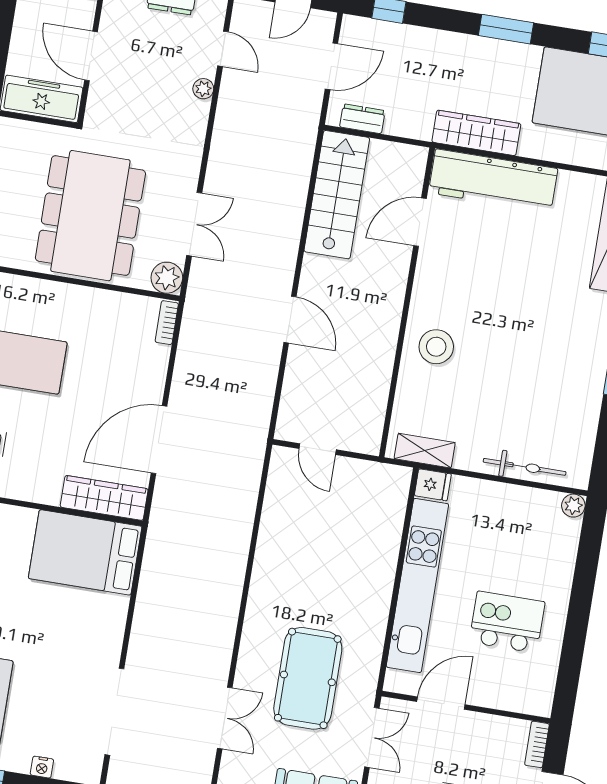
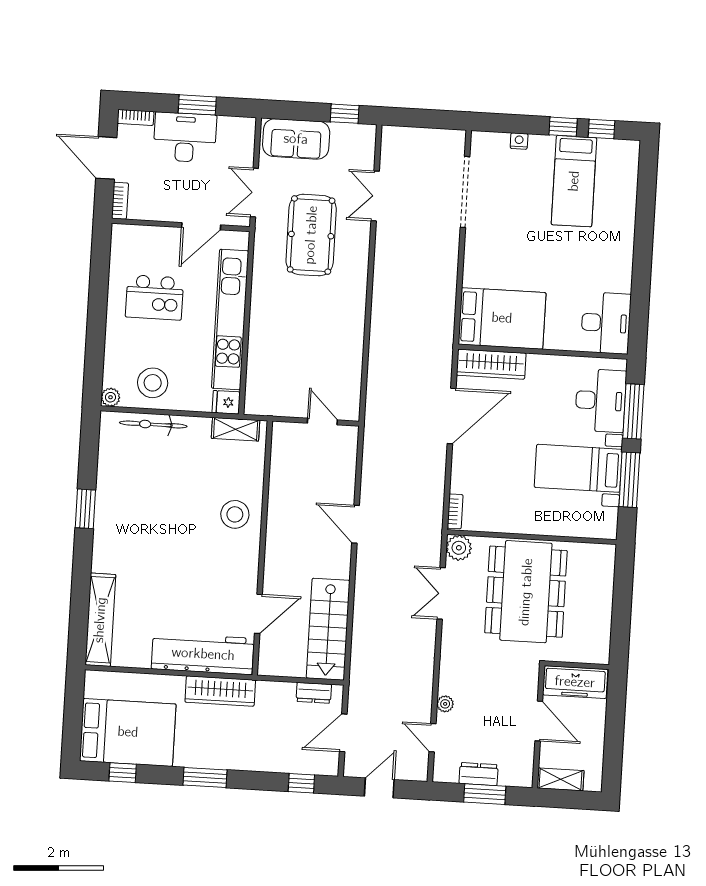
stool: (520, 518) -> (153, 383), added

